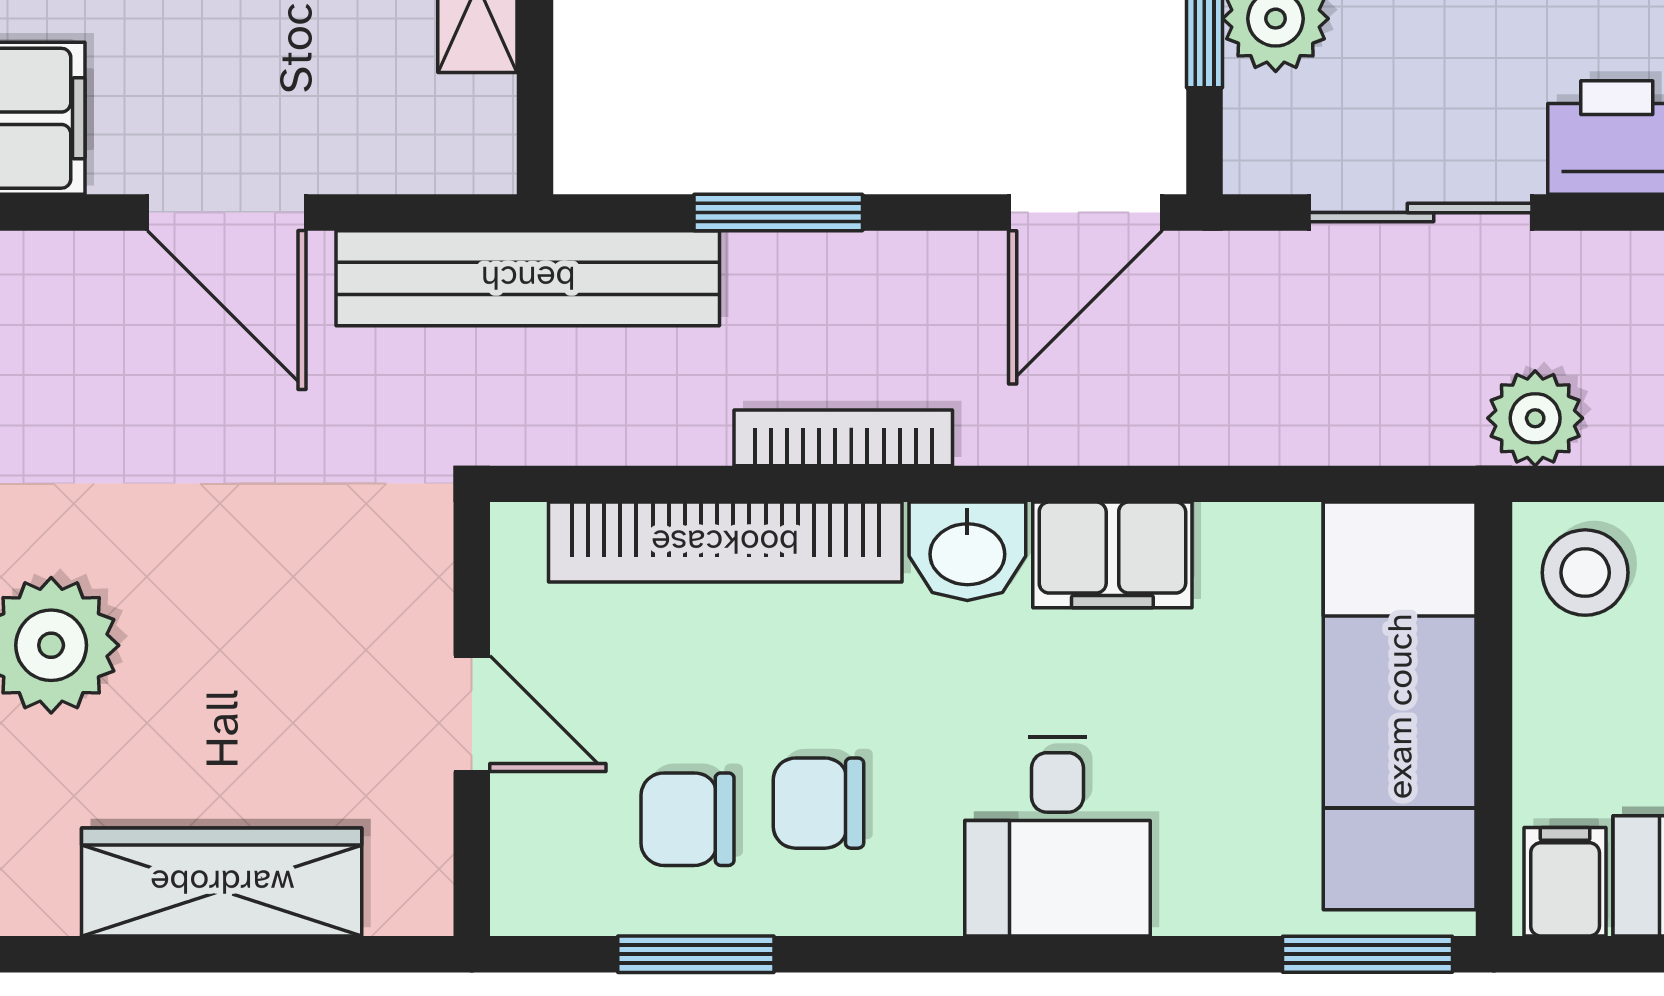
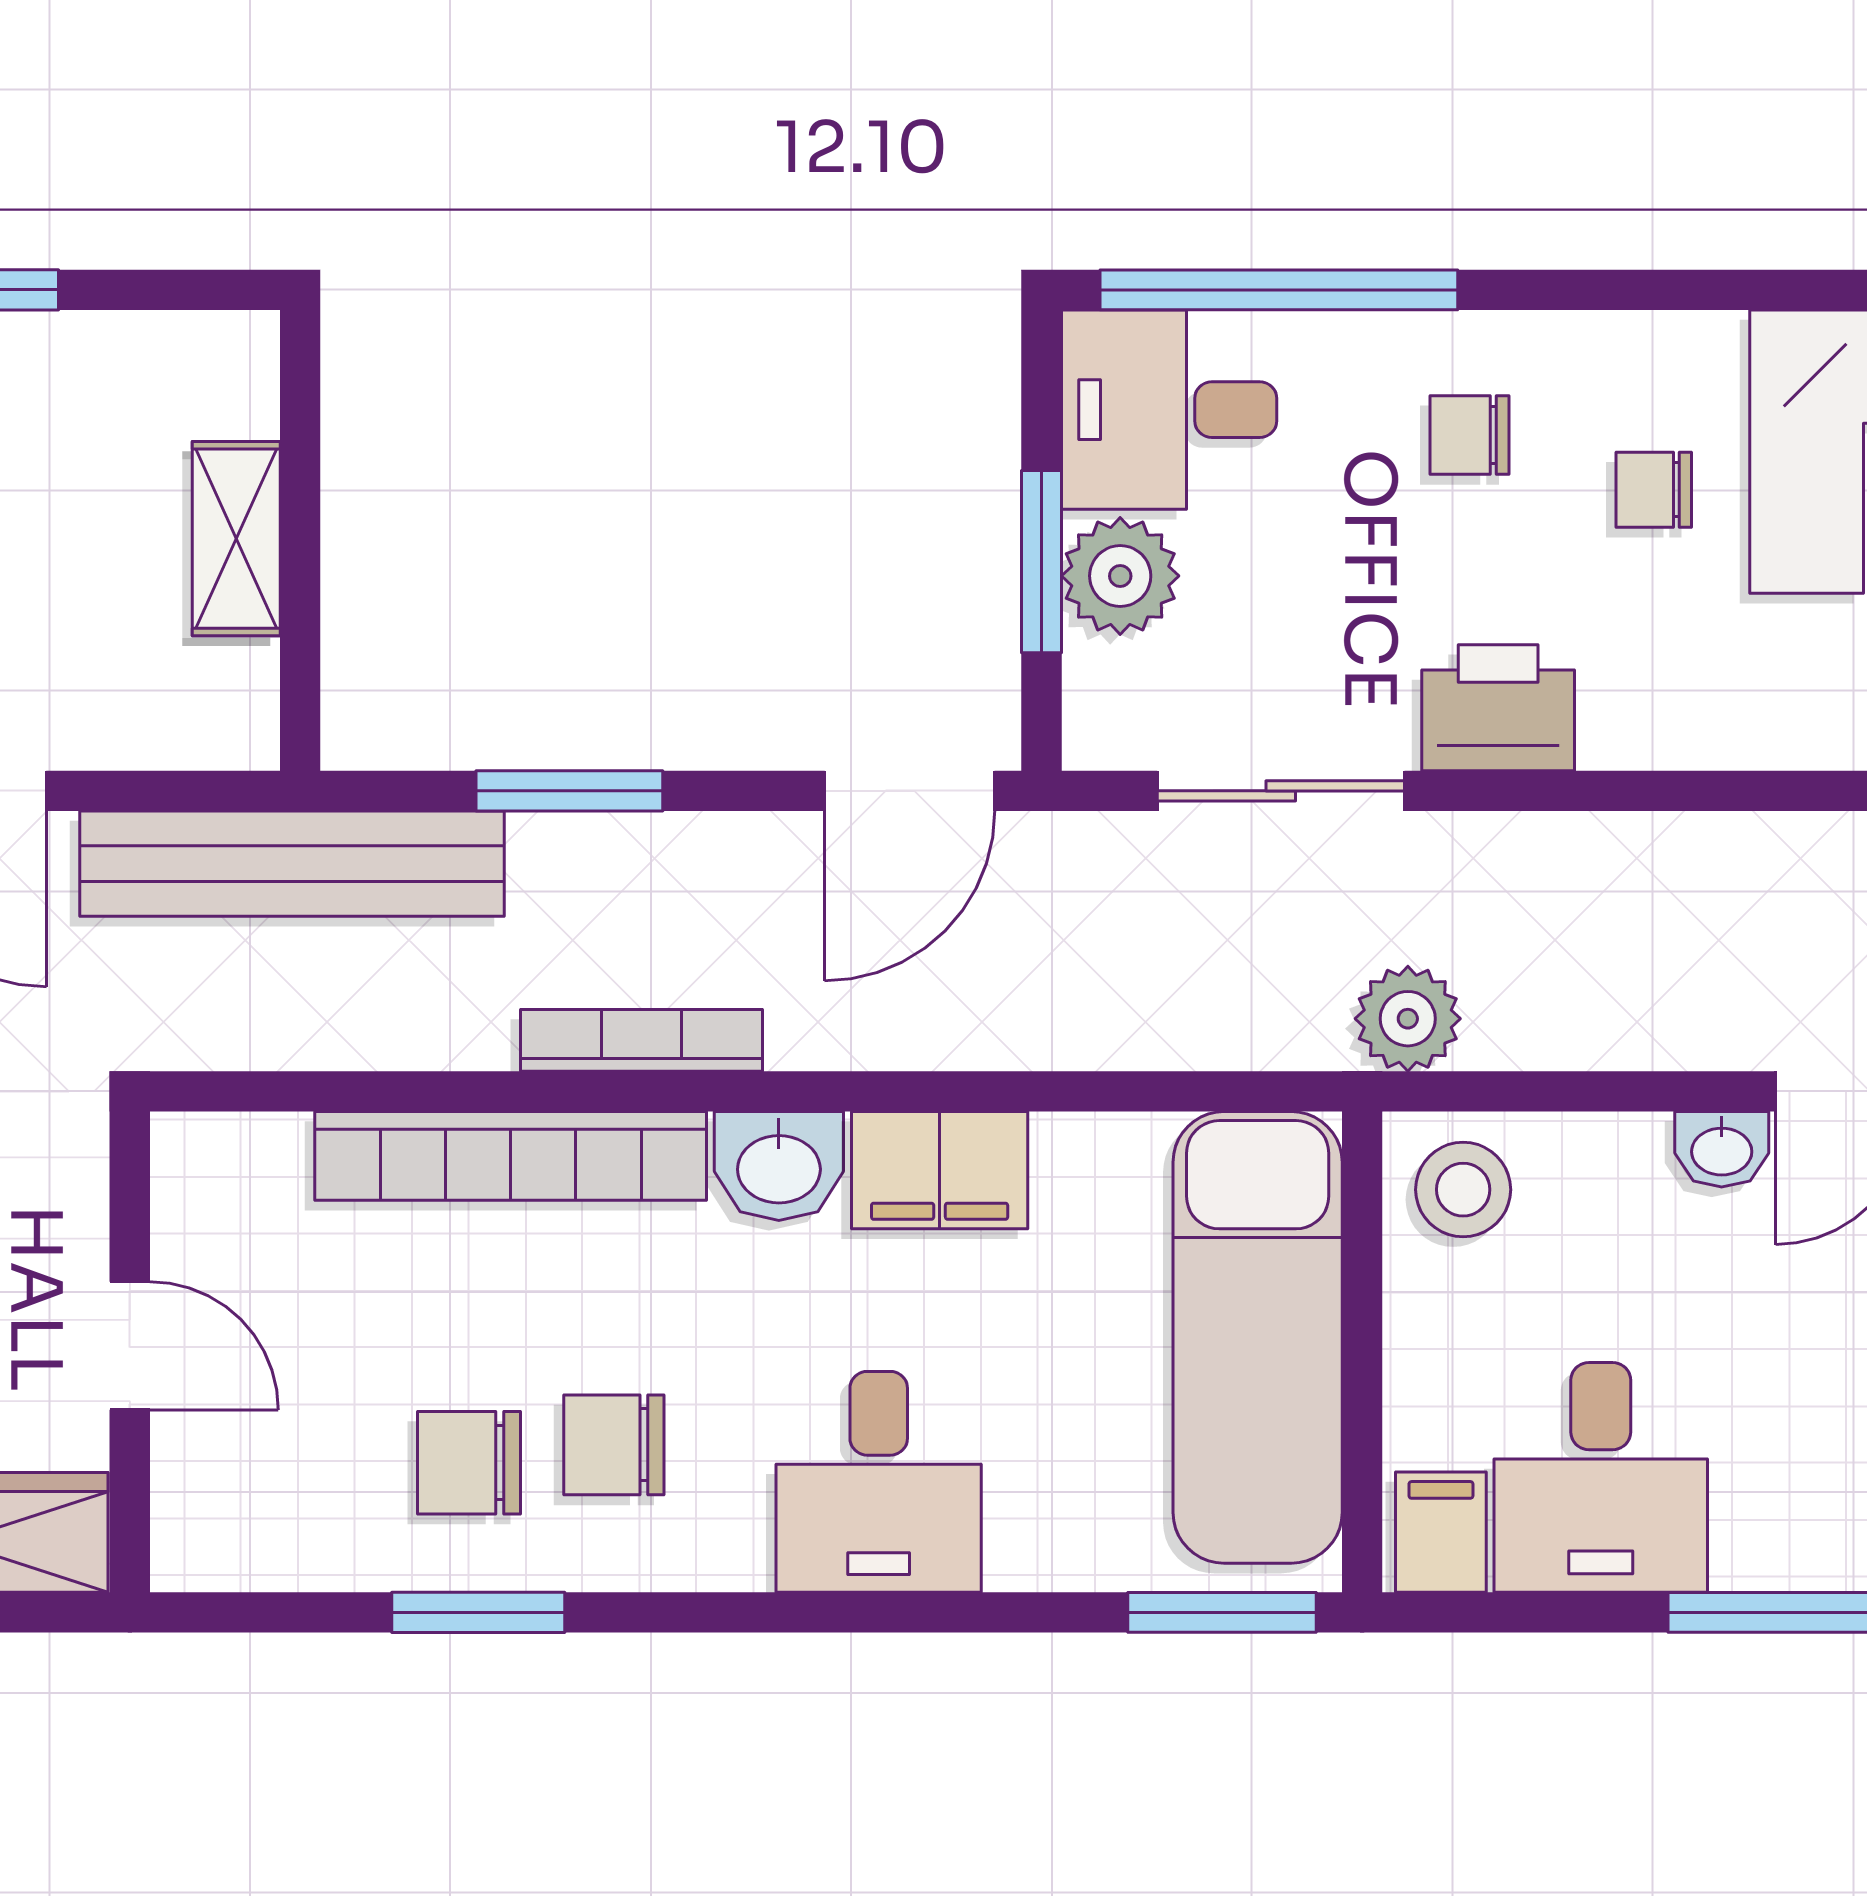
door: (472, 714) -> (130, 1346), moved
wall: (472, 719) -> (130, 1352), moved

